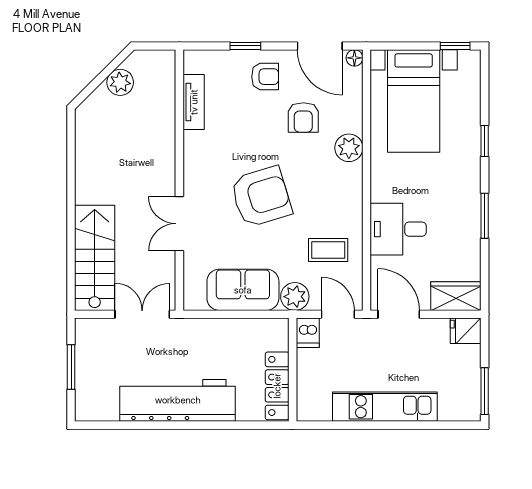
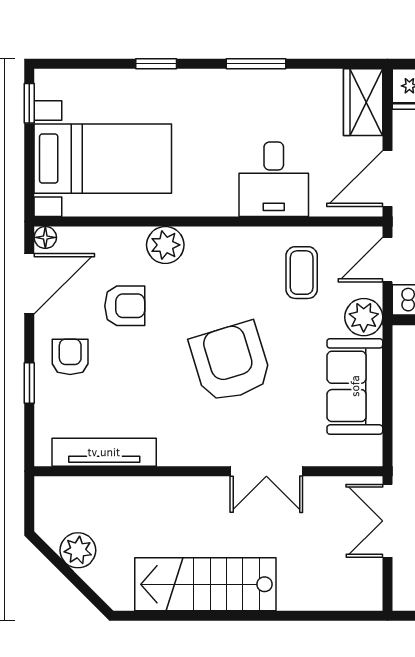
tv unit: (194, 102) -> (104, 452), width x1.41
stairs: (95, 258) -> (205, 584), moved

